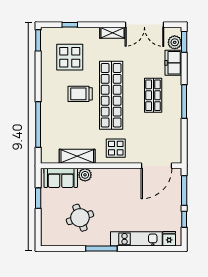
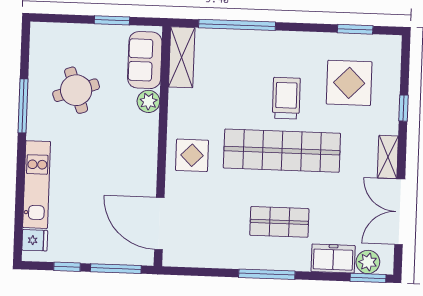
window: (70, 25) -> (403, 108), moved
window: (38, 40) -> (355, 29), moved
shelving: (77, 156) -> (182, 57), moved
window: (101, 249) -> (23, 106), moved

